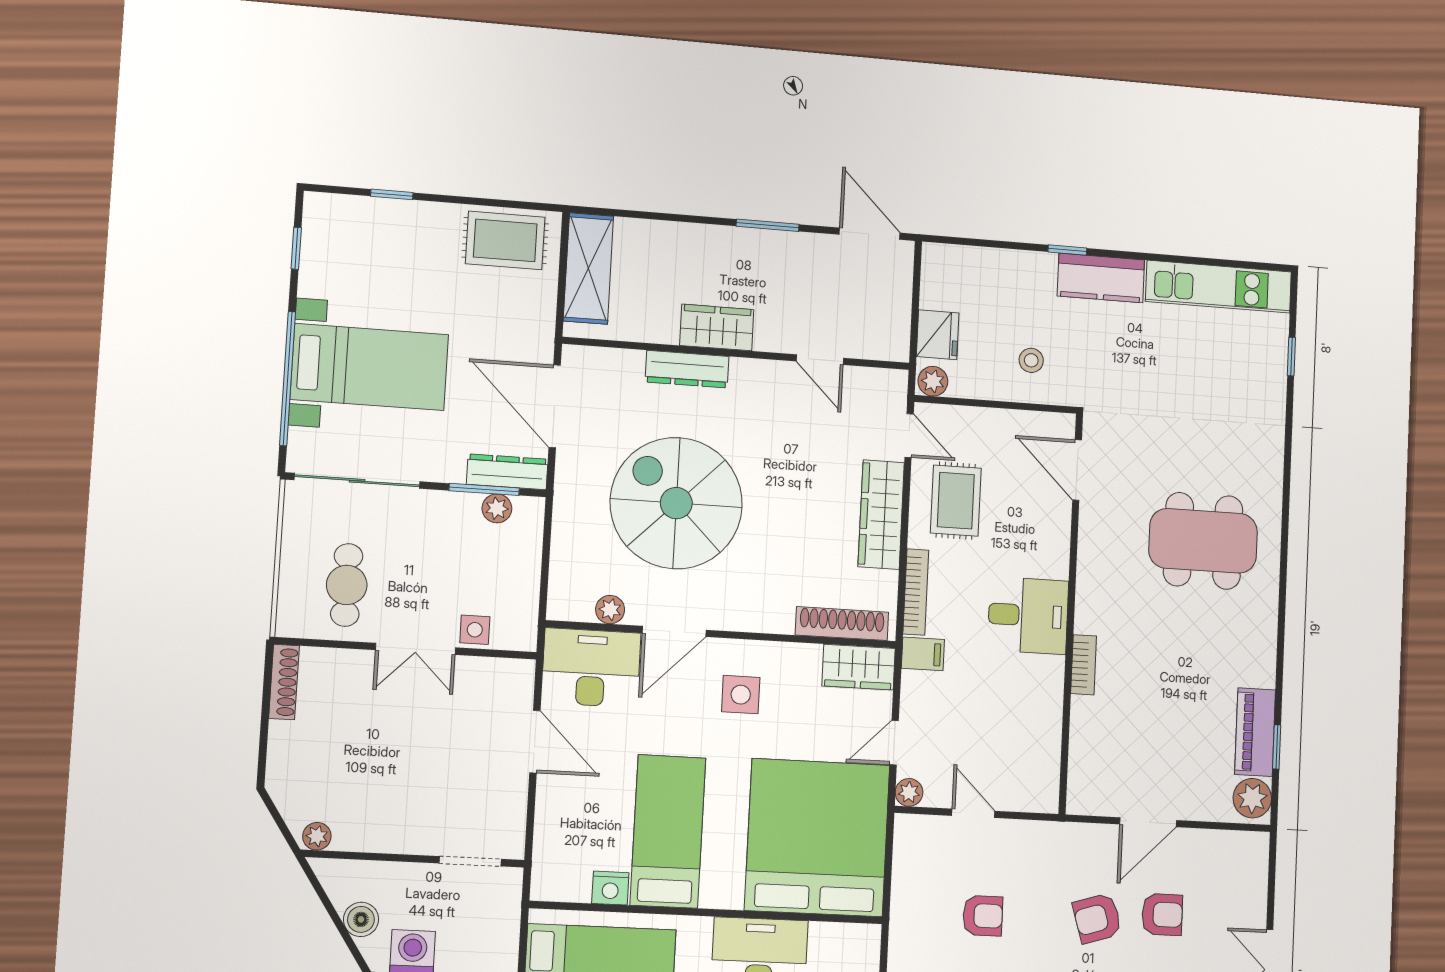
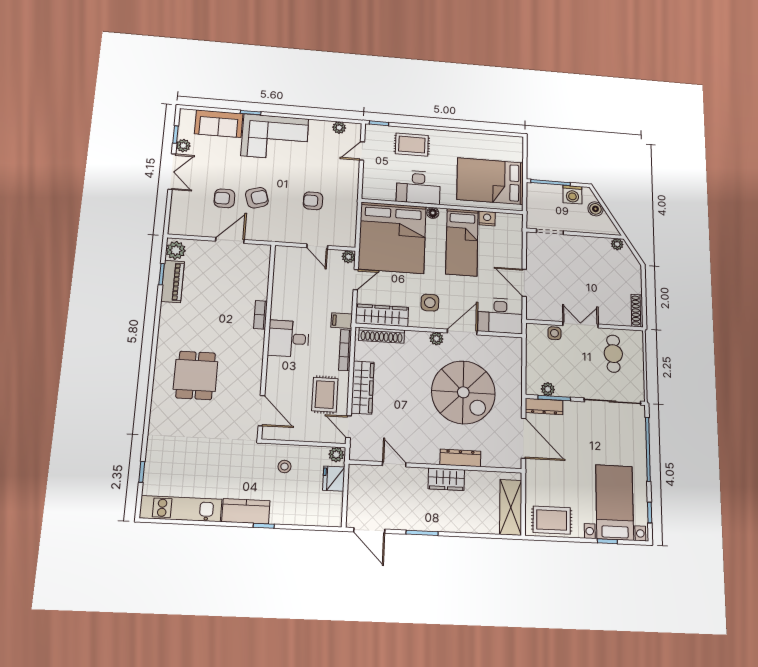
bed with nightstands: (369, 367) -> (615, 502), moved, turned 90
dining table: (1203, 541) -> (196, 375), width x0.73
plant: (610, 610) -> (436, 339), moved
wardrobe: (859, 667) -> (382, 315), width x1.50
floor lamp: (729, 897) -> (433, 213), added

